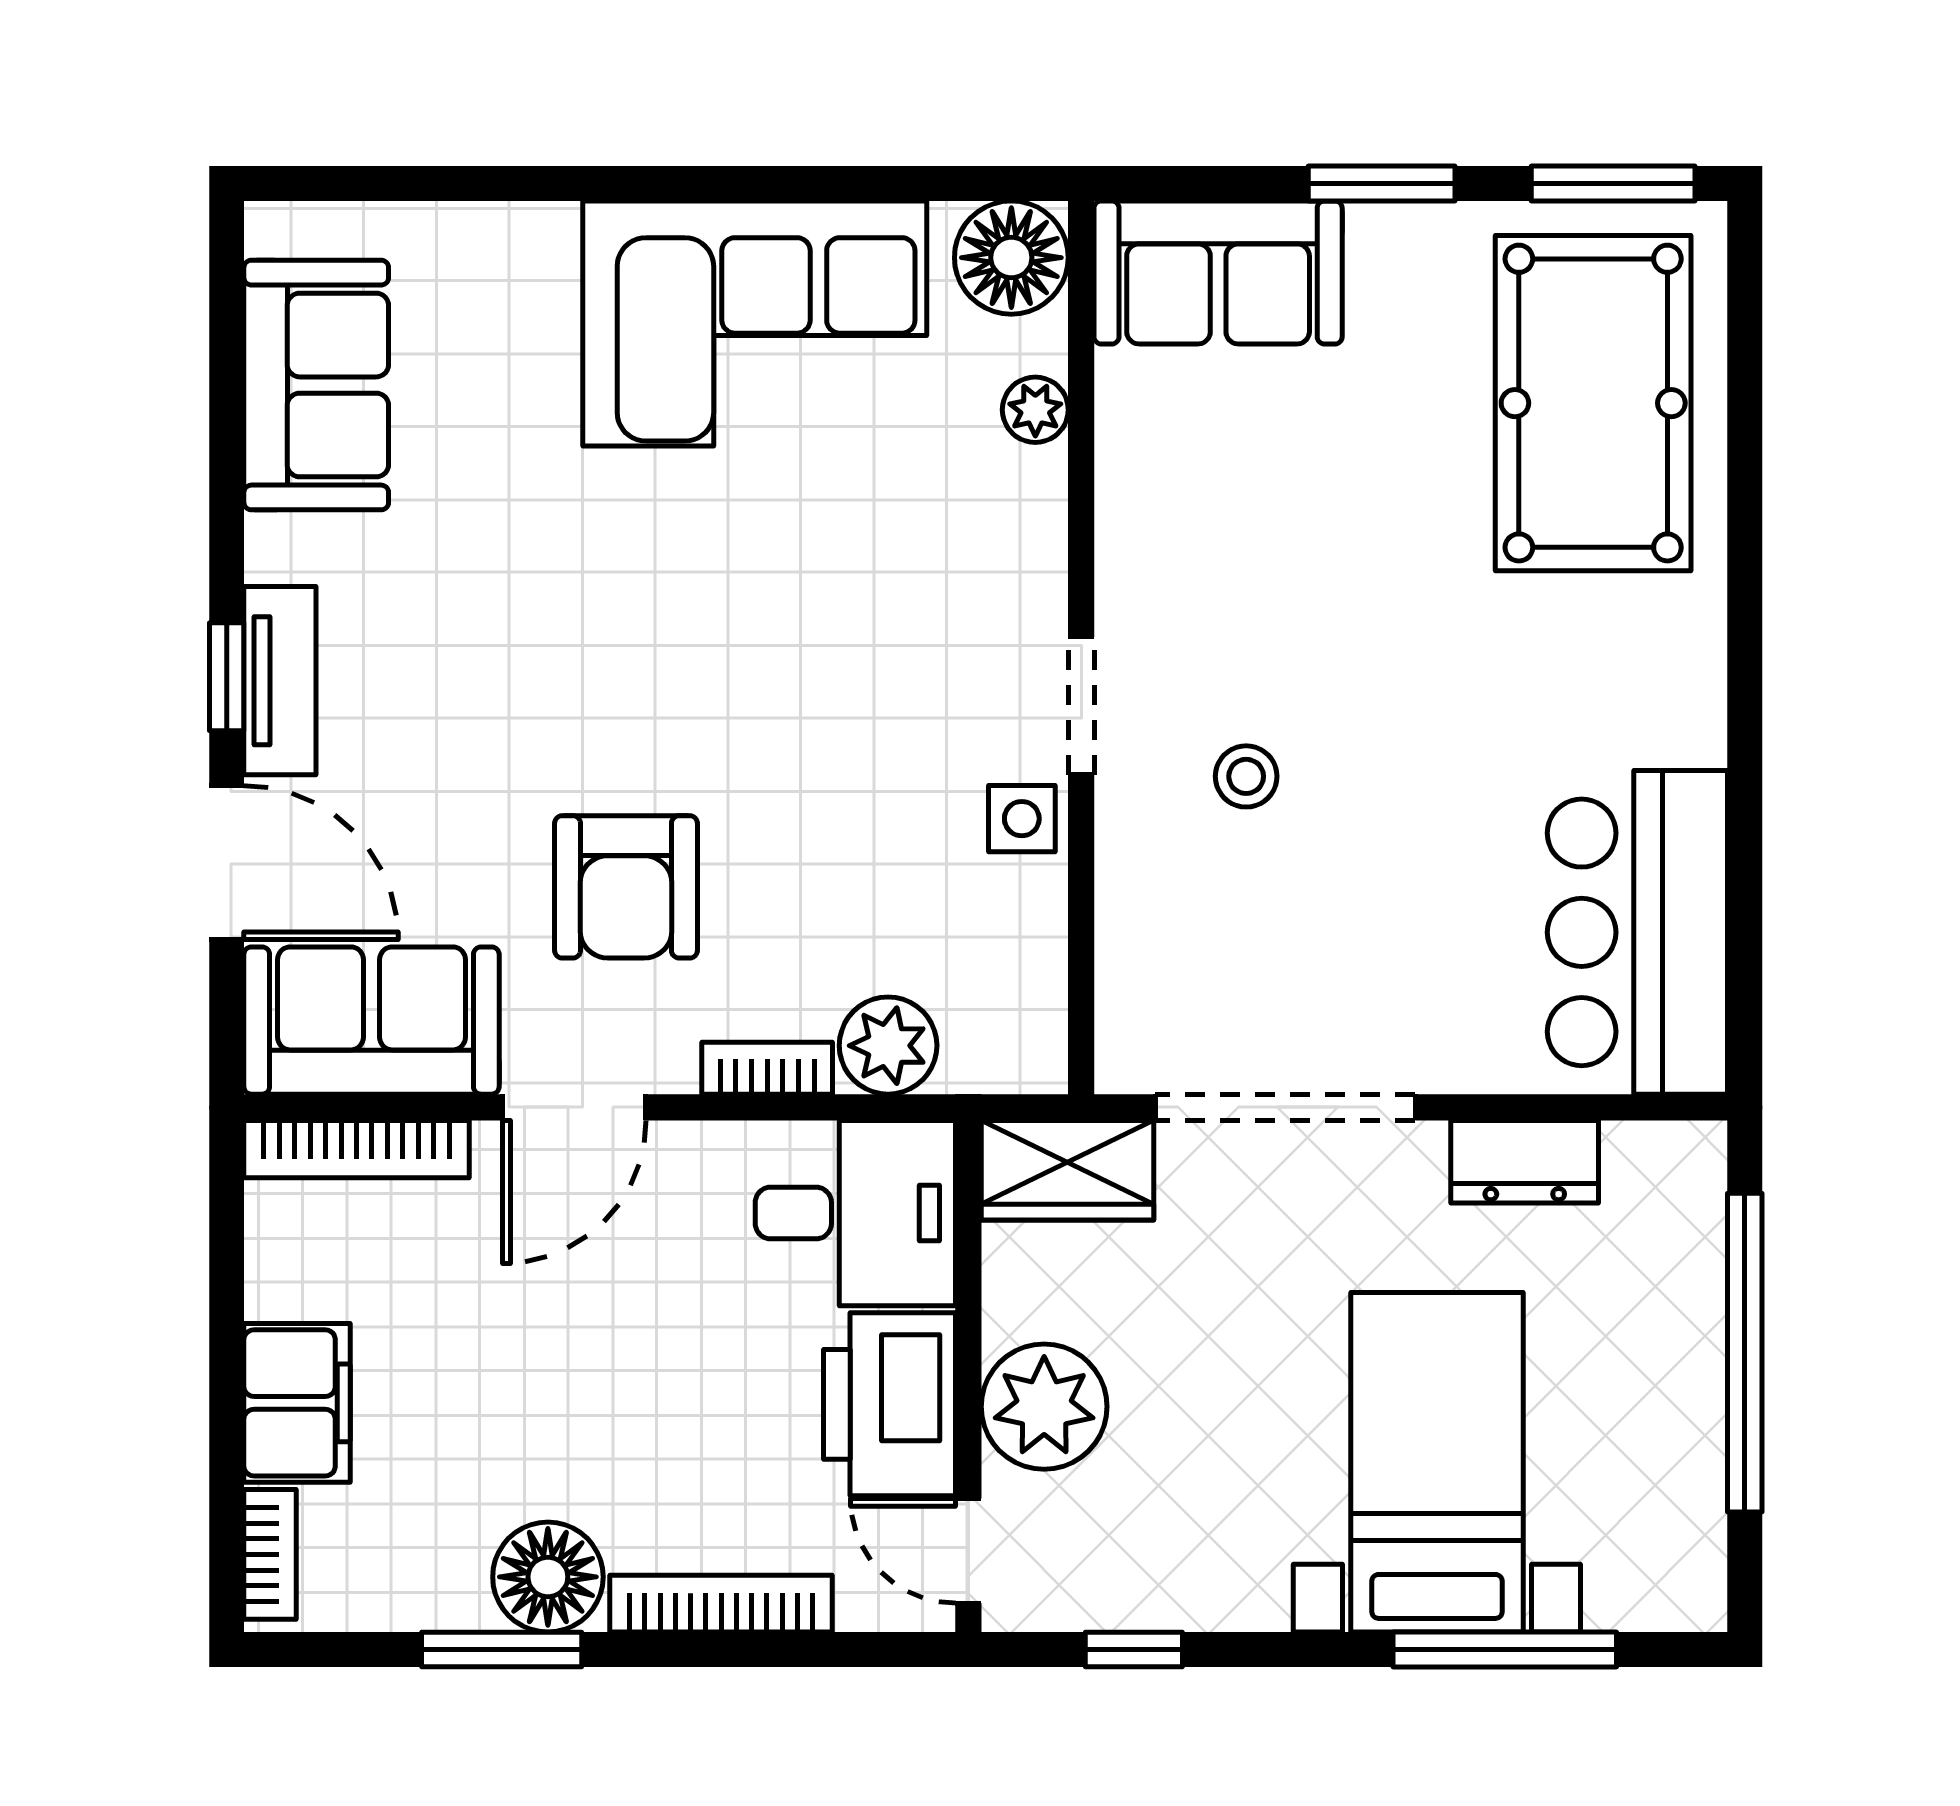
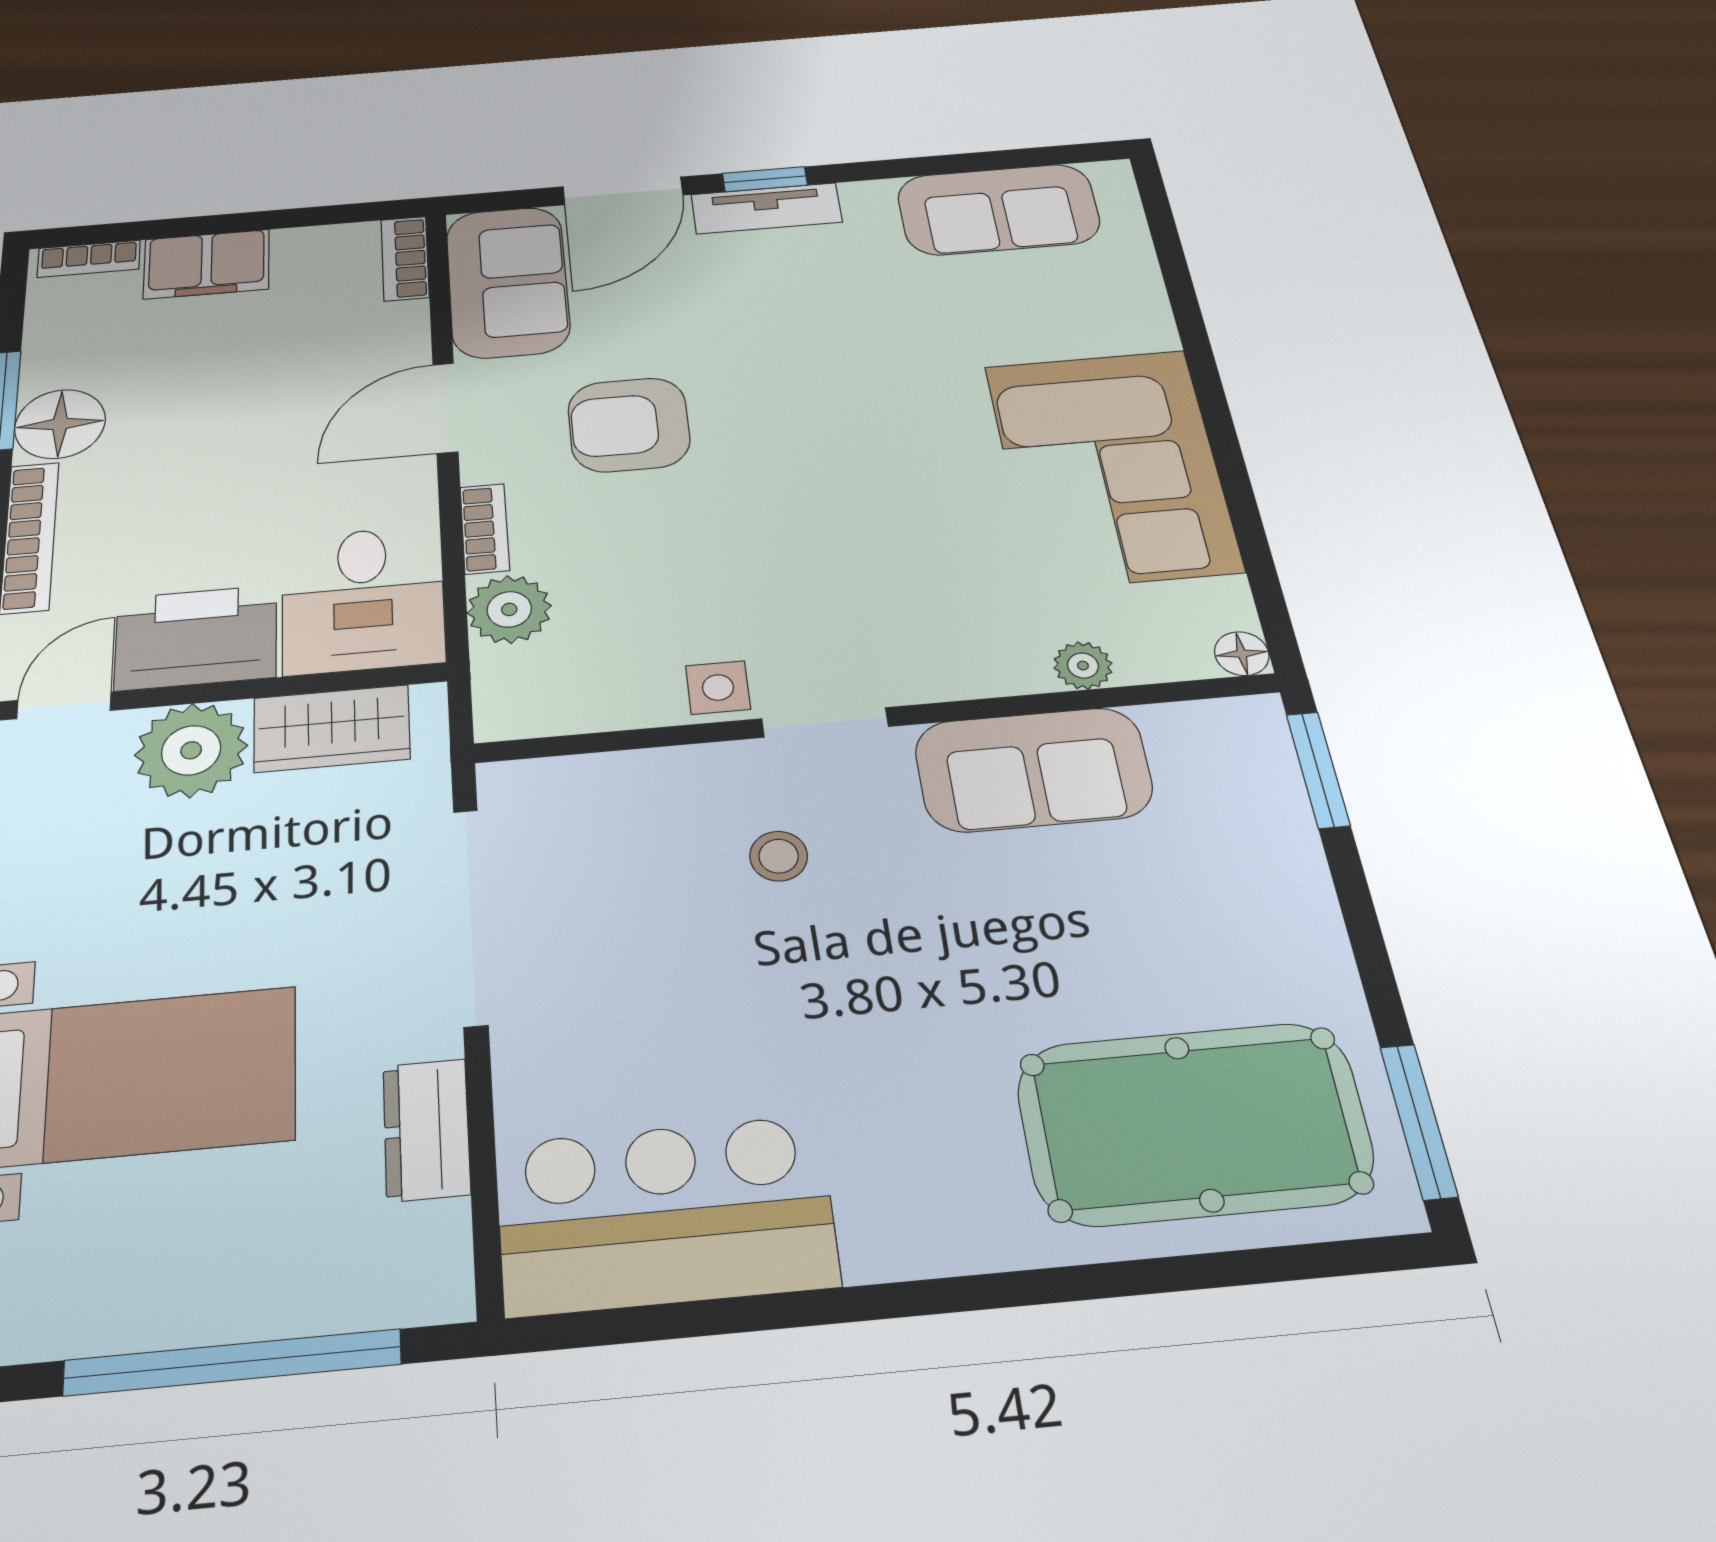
window: (1382, 183) -> (1318, 770), moved
floor lamp: (1011, 258) -> (1242, 654), width x0.53, depth x0.53
sofa: (1218, 272) -> (1033, 769), moved, turned -90
door: (574, 1107) -> (445, 408), hinge flipped
bookcase: (357, 1149) -> (405, 258), width x0.64
wardrobe: (1067, 1170) -> (332, 728), moved, turned -90

